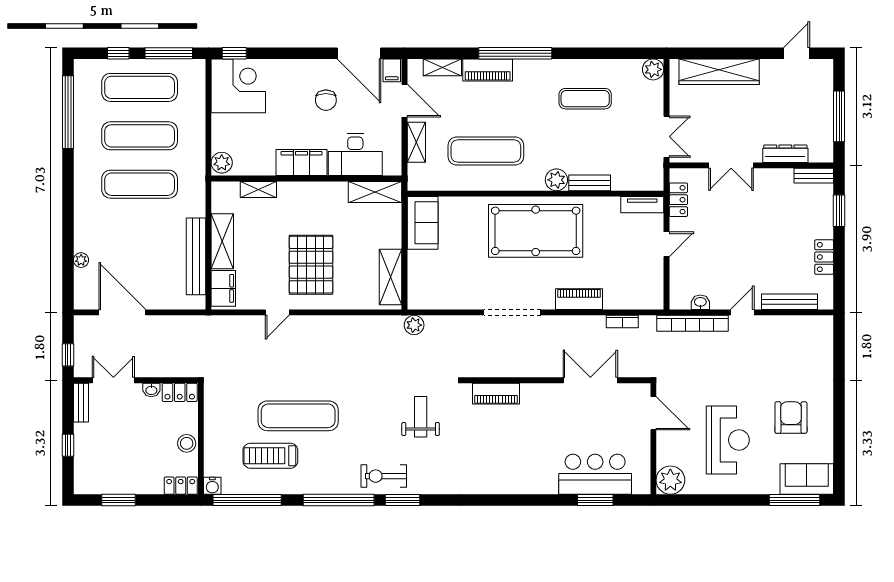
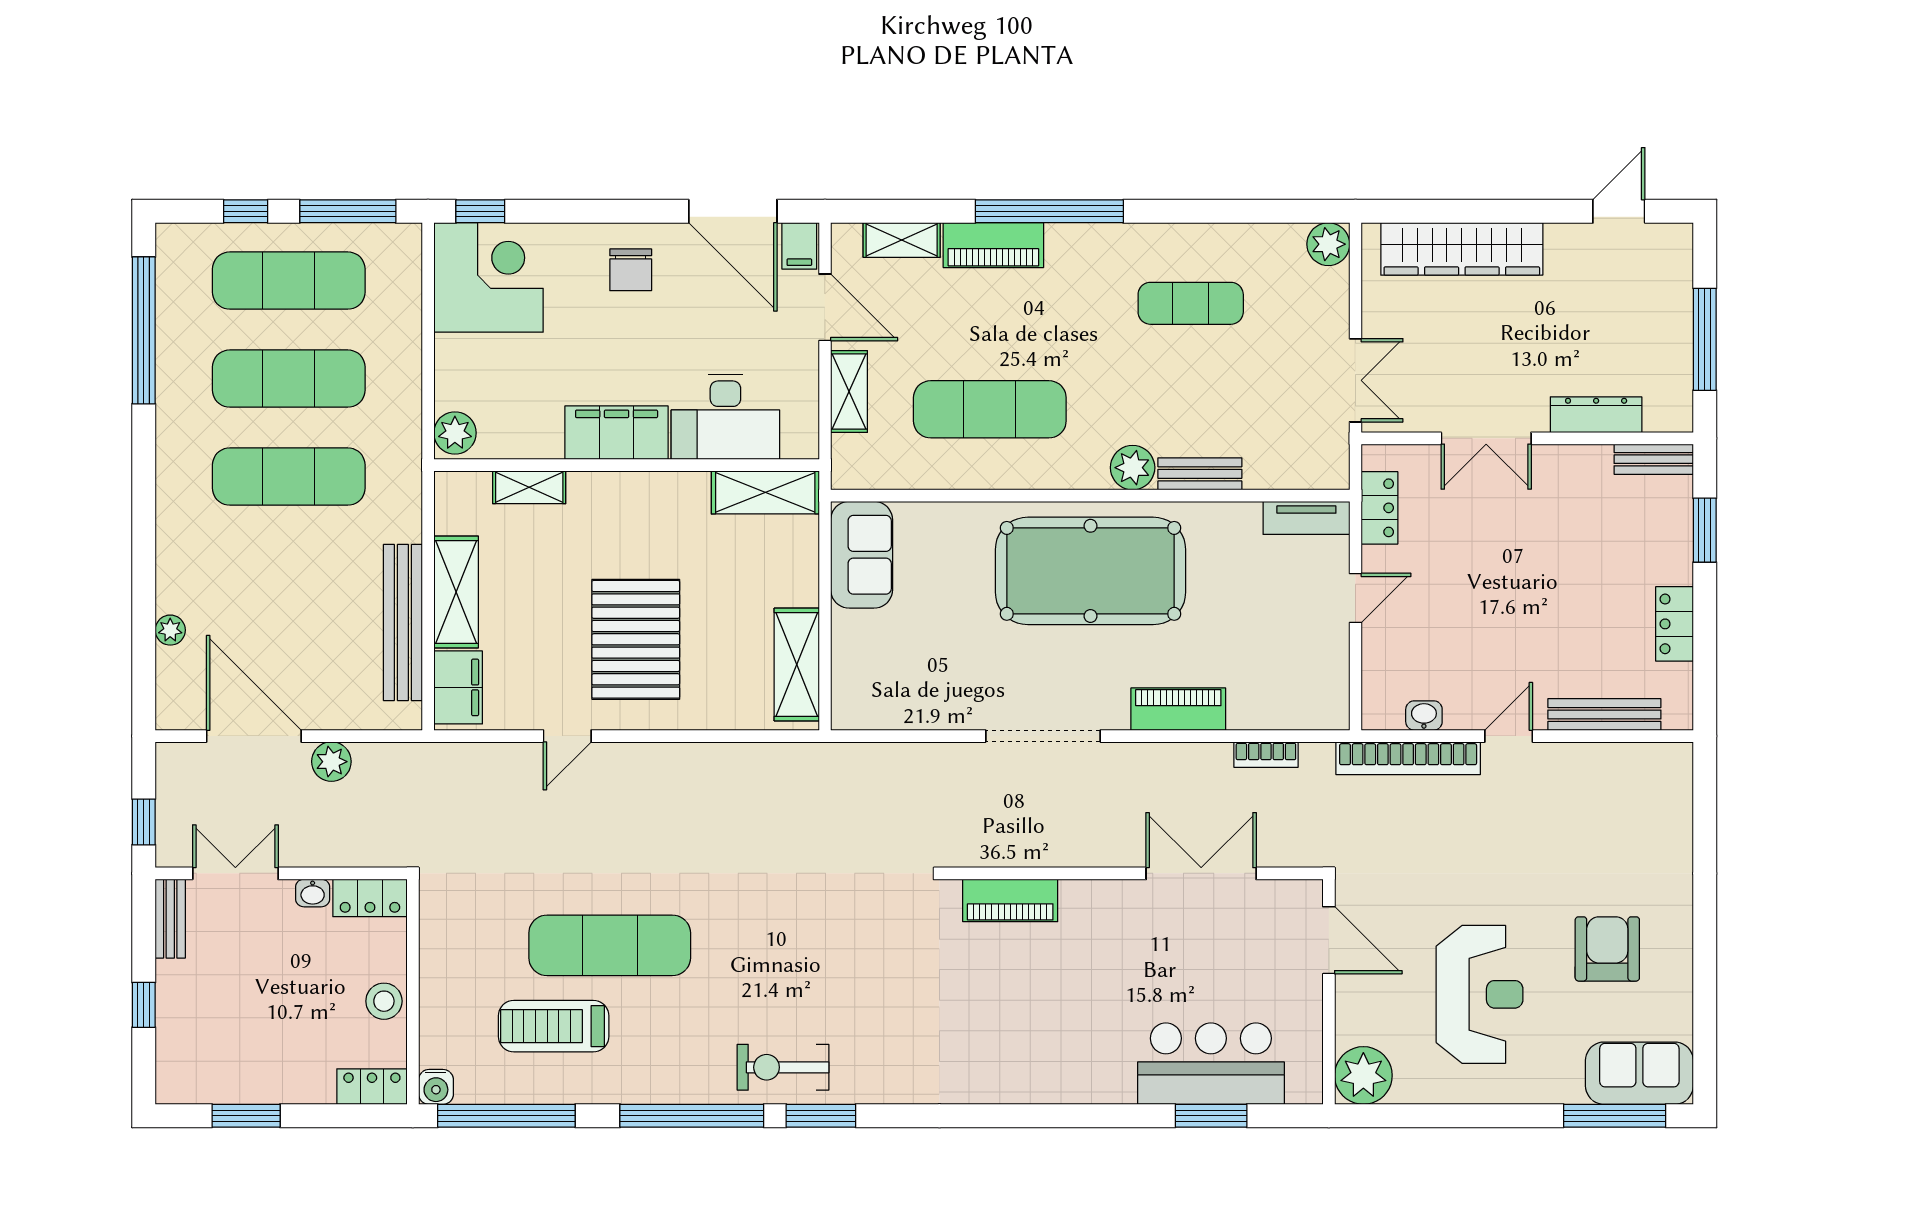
chair: (326, 100) -> (631, 270), moved
plant: (414, 325) -> (331, 762), moved
weight bench: (421, 417) -> (858, 947), removed

